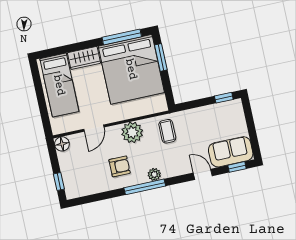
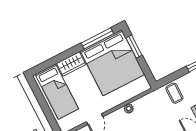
coffee table: (167, 131) -> (174, 93), moved
plant: (132, 132) -> (129, 109), width x0.53, depth x0.53

